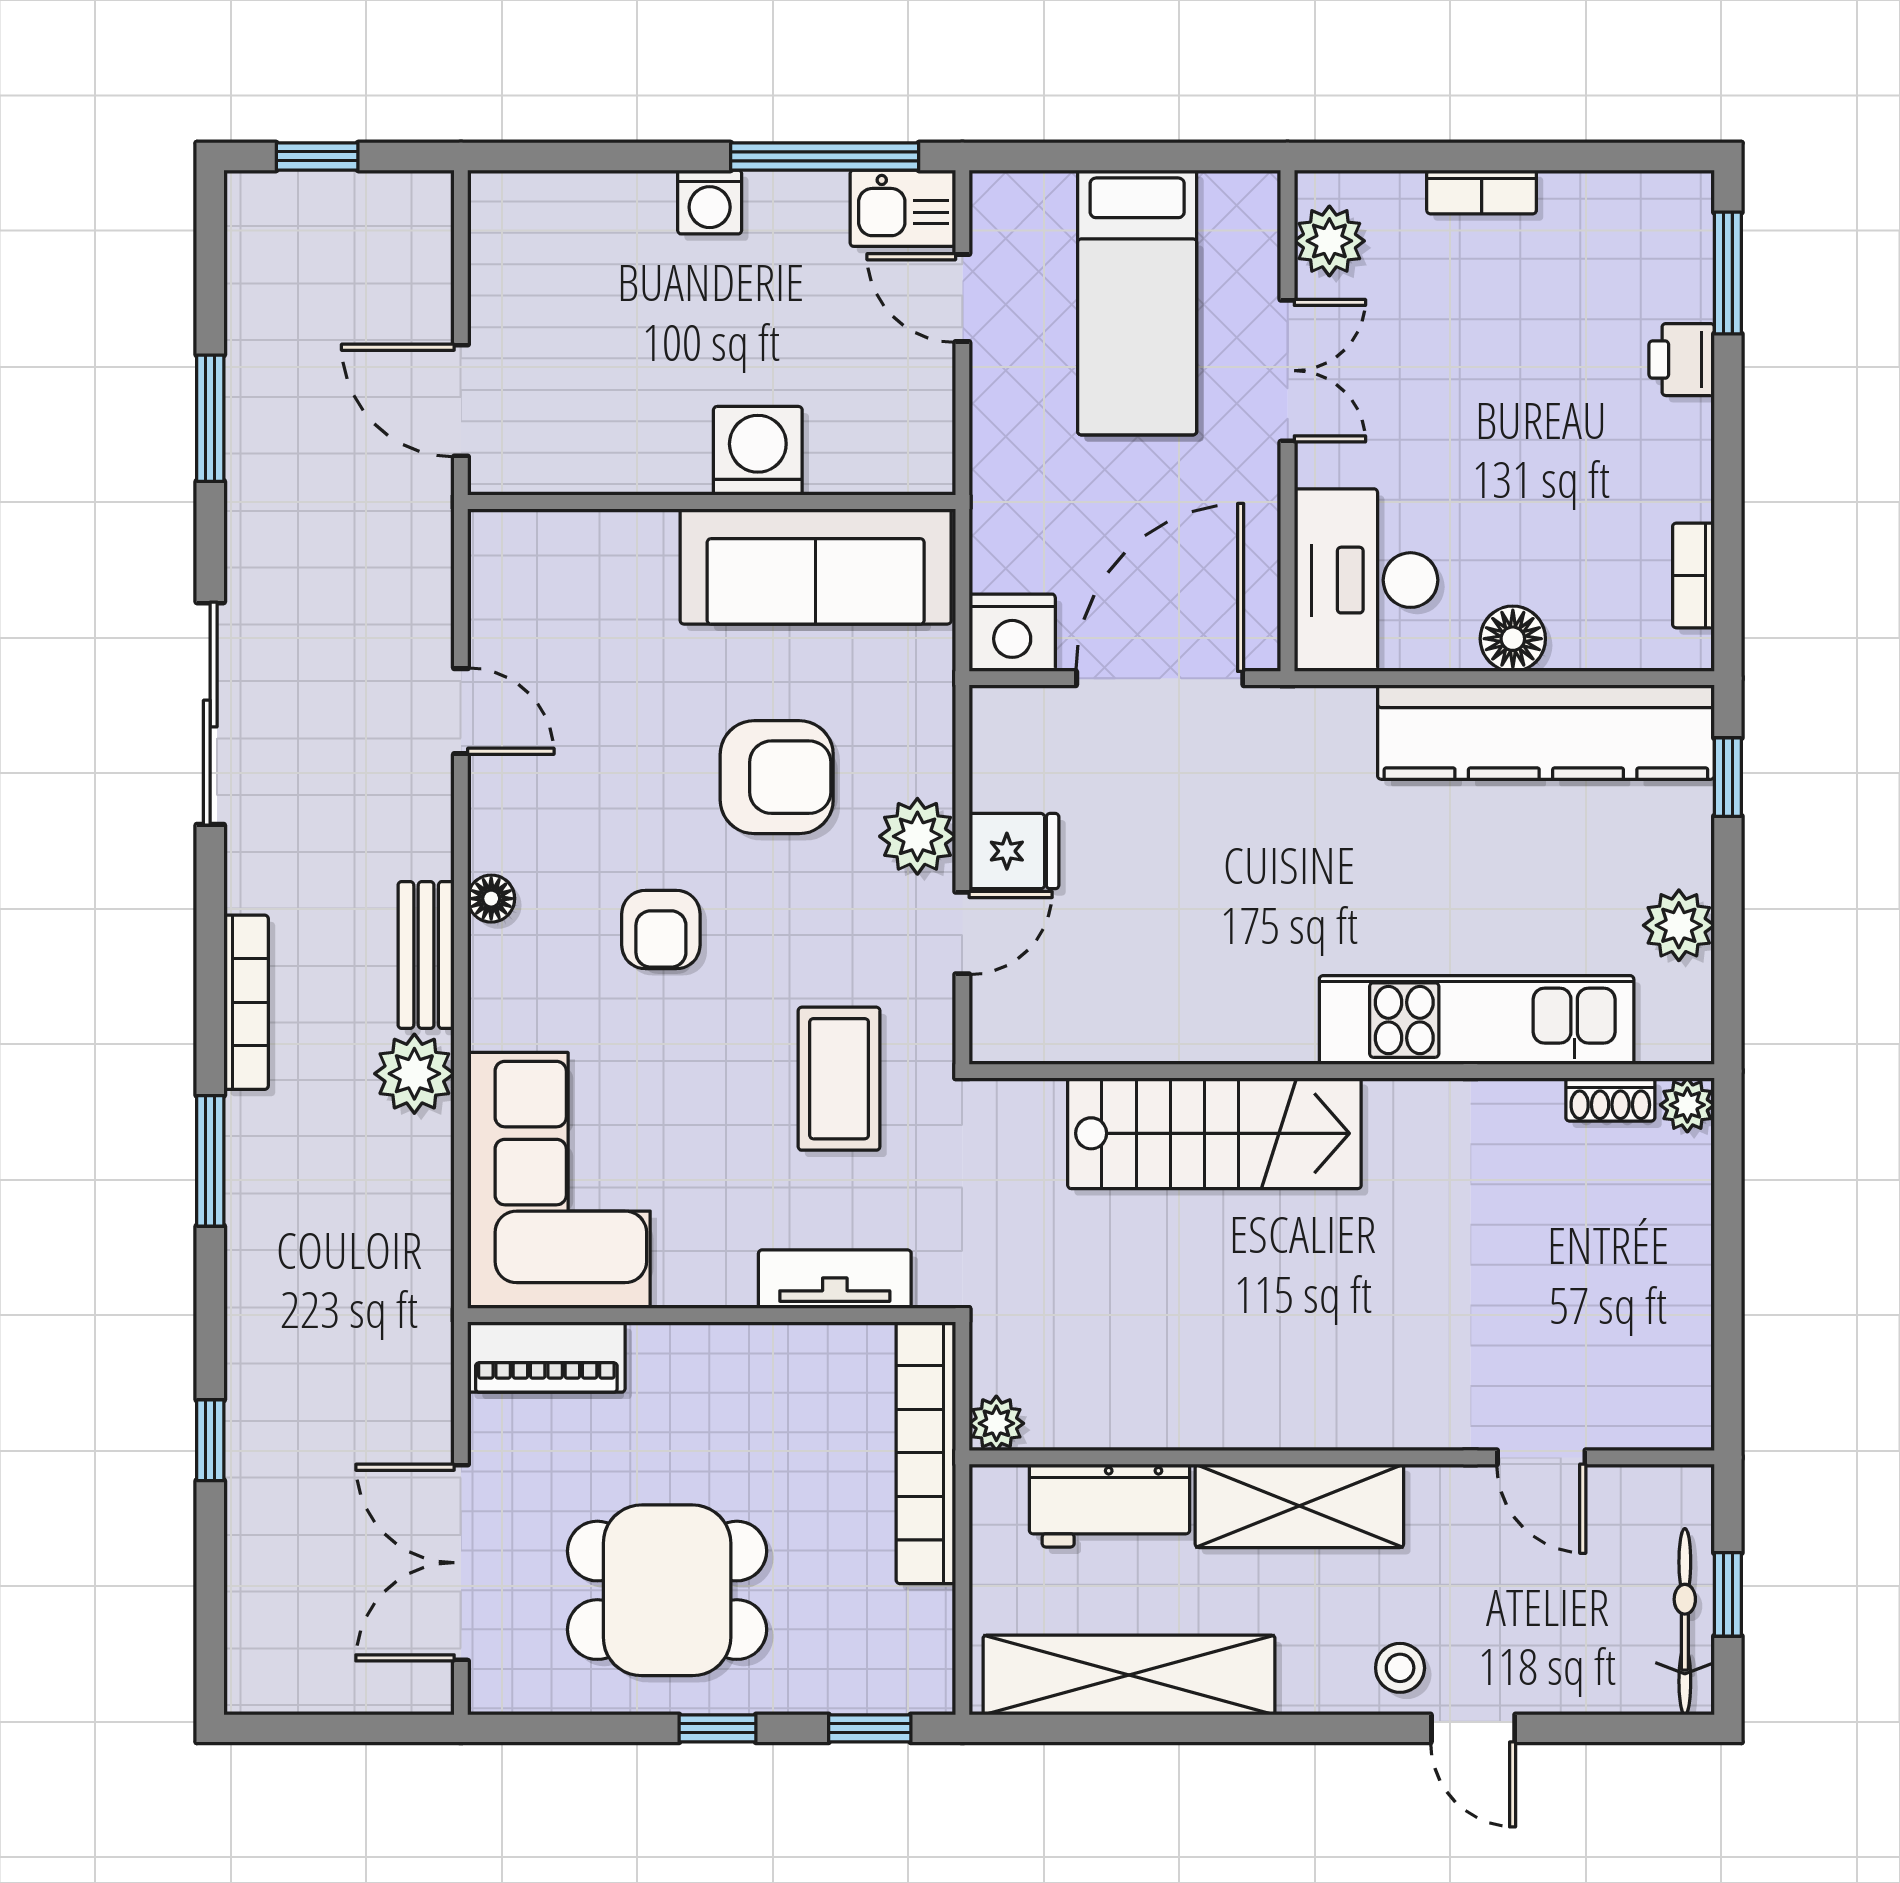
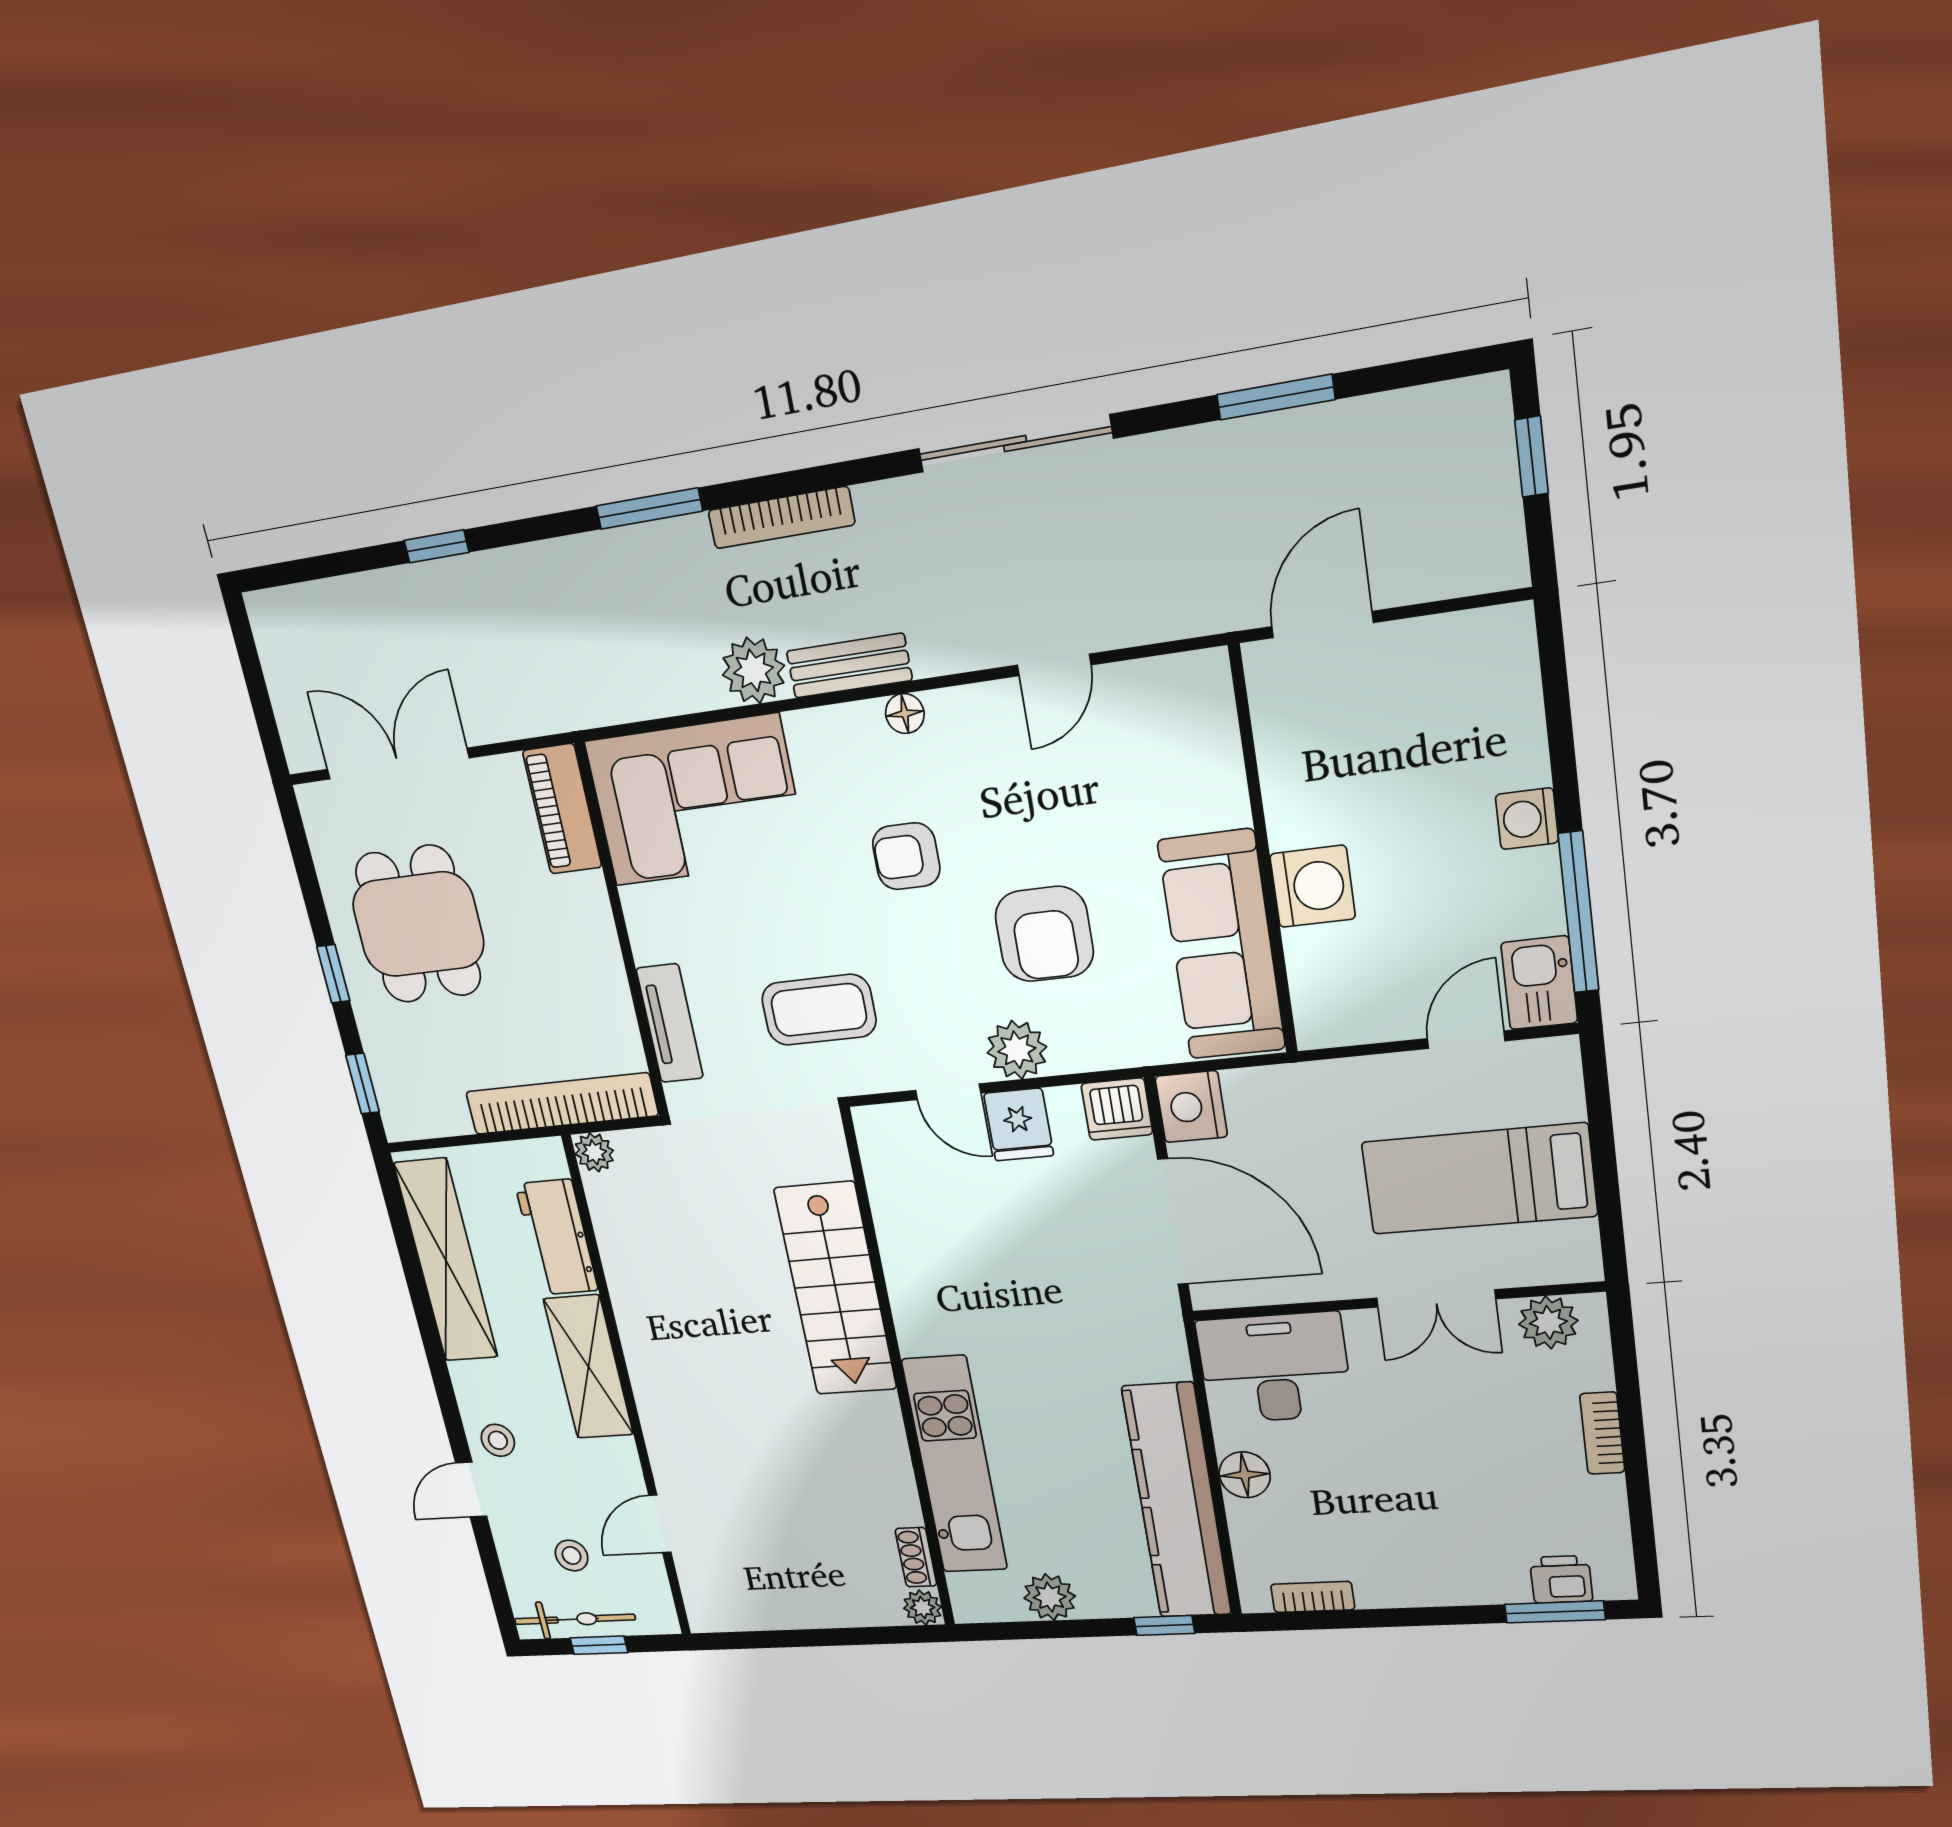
printer: (1682, 360) -> (1561, 1579), moved
dishwasher: (1006, 725) -> (1117, 1109), added
stool: (1584, 1601) -> (572, 1556), added

